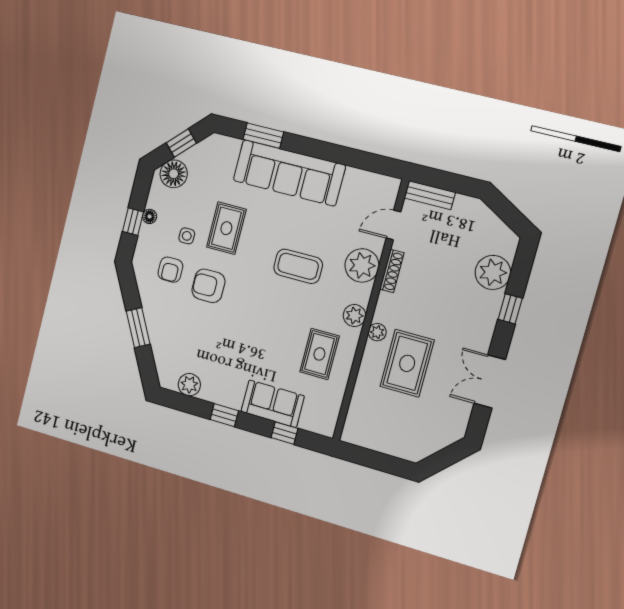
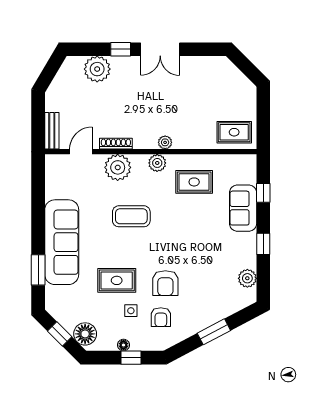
door: (394, 225) -> (81, 152), swing flipped
coffee table: (298, 266) -> (131, 216), turned 90
armchair: (170, 270) -> (161, 317), turned 90
rug: (407, 363) -> (234, 132), moved, width x0.73, depth x0.70
double door: (490, 381) -> (160, 49), moved

